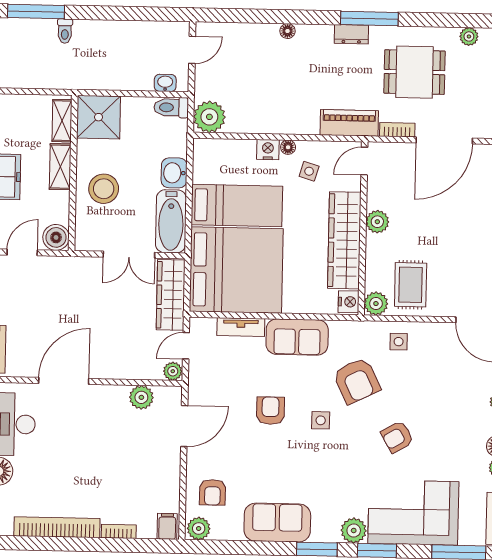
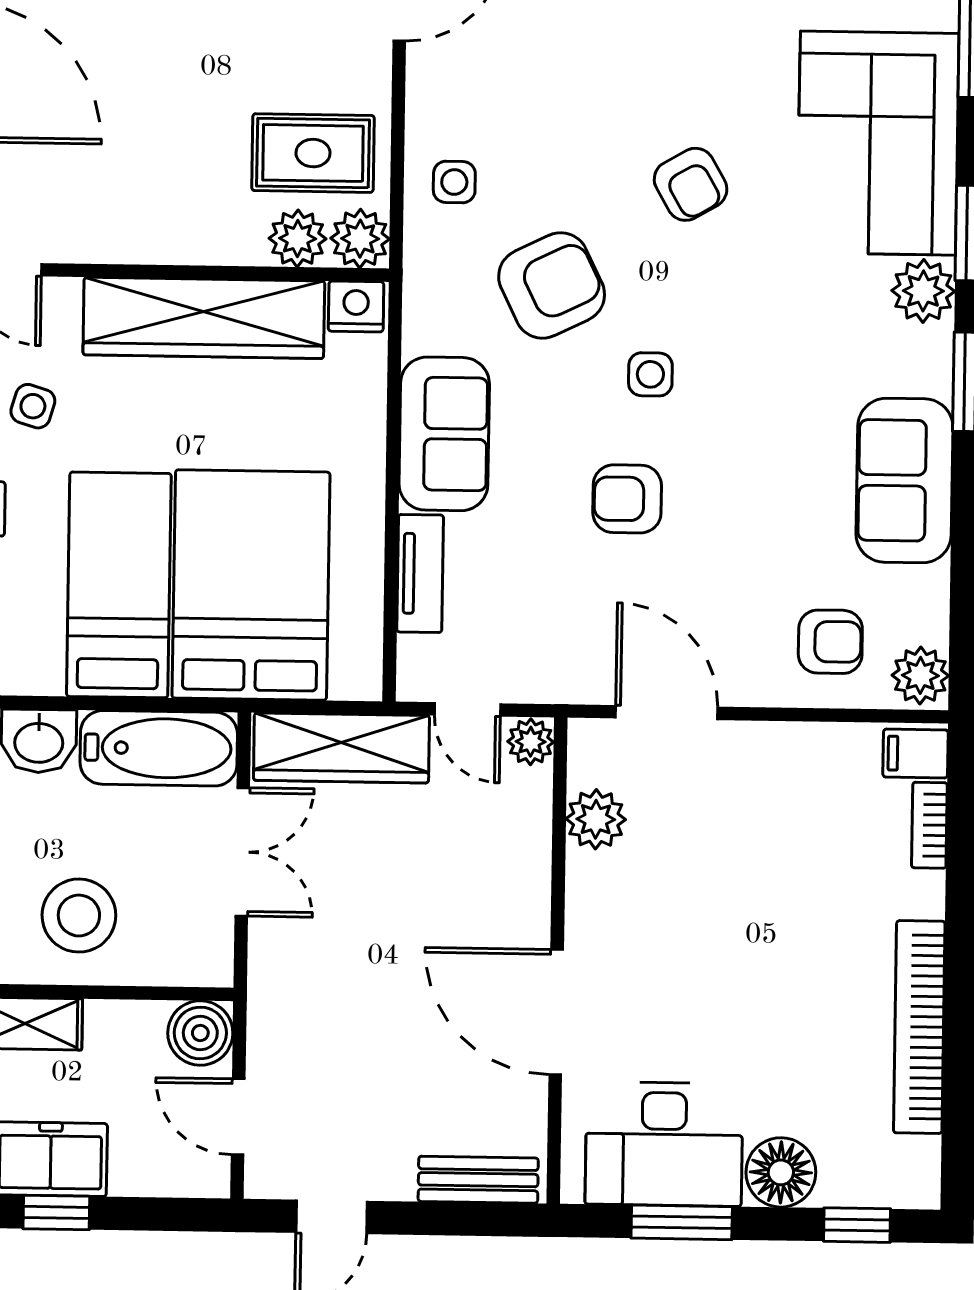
plant: (377, 222) -> (298, 238), moved
bed: (236, 270) -> (251, 585), width x0.73
bookcase: (119, 531) -> (929, 825), moved

